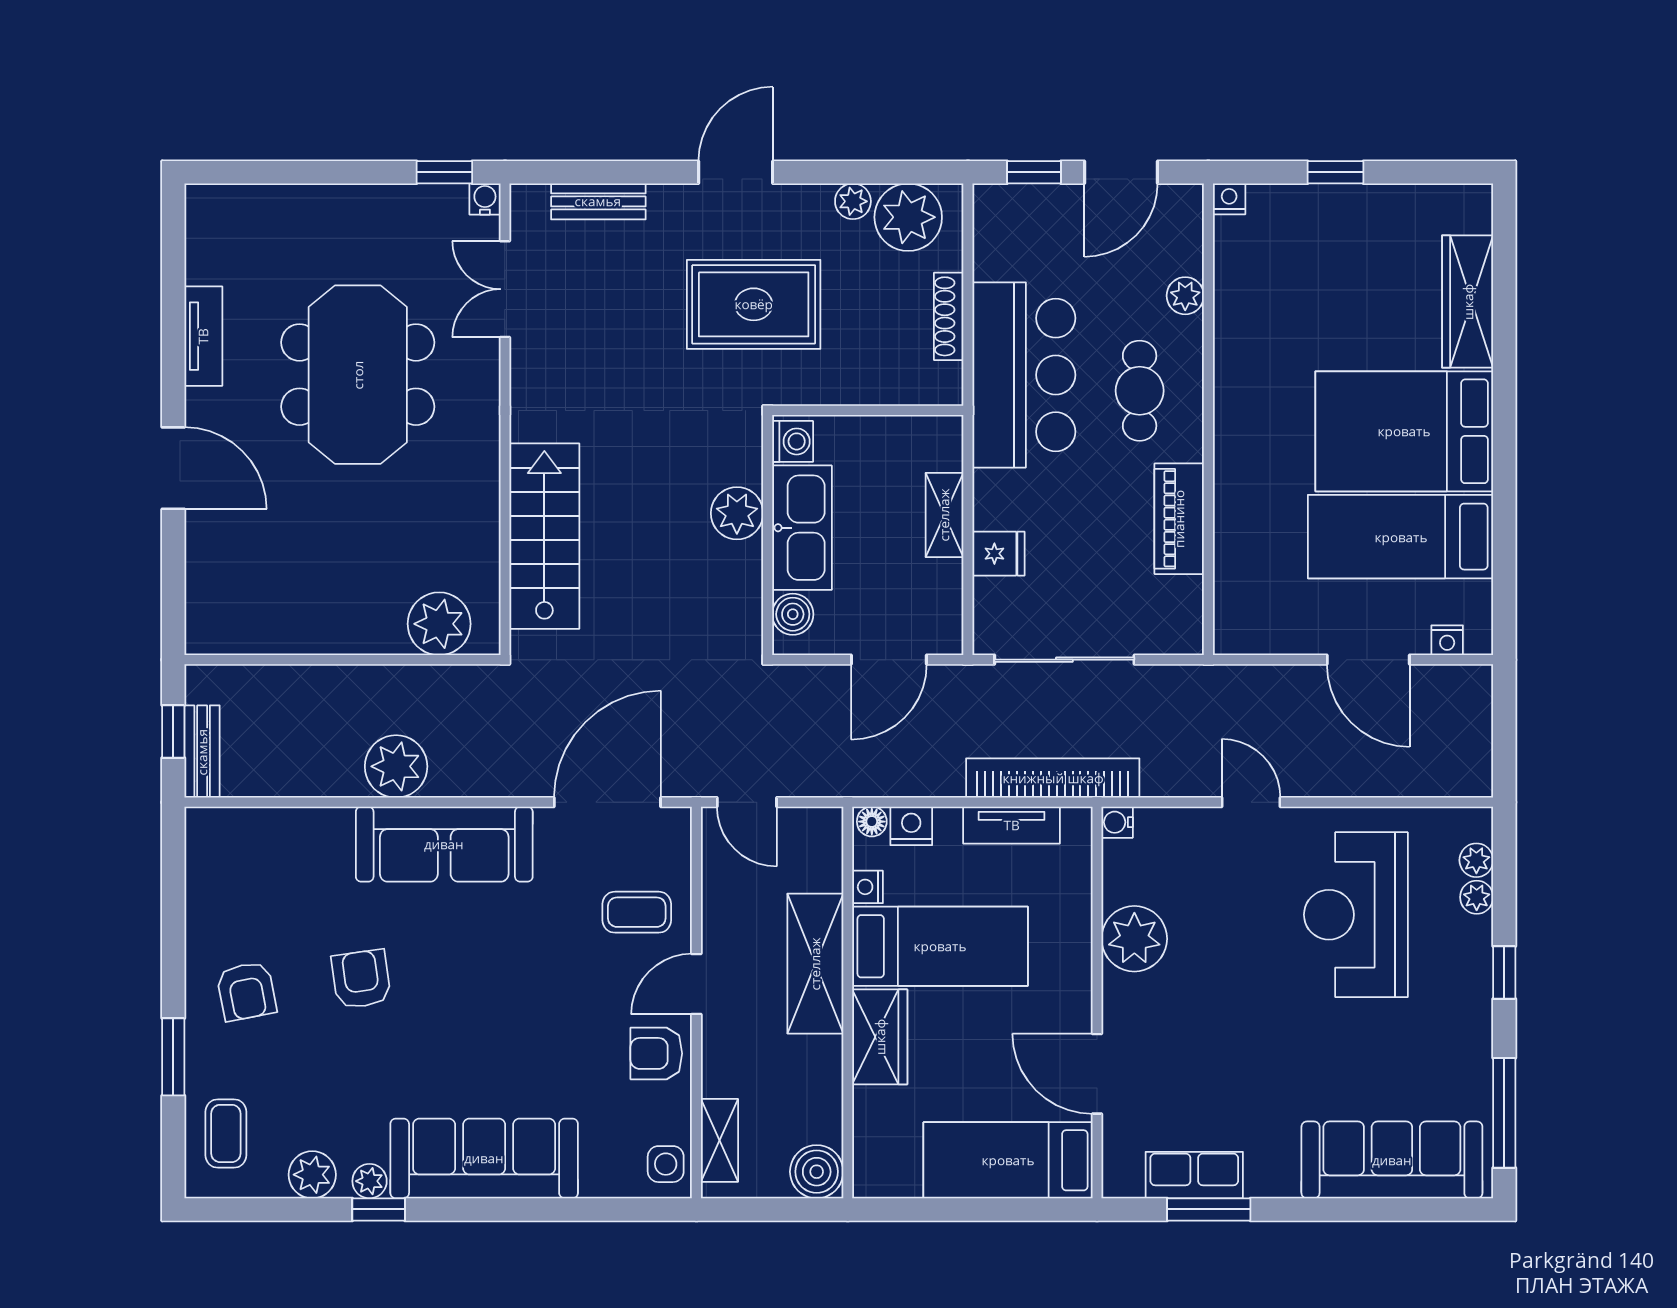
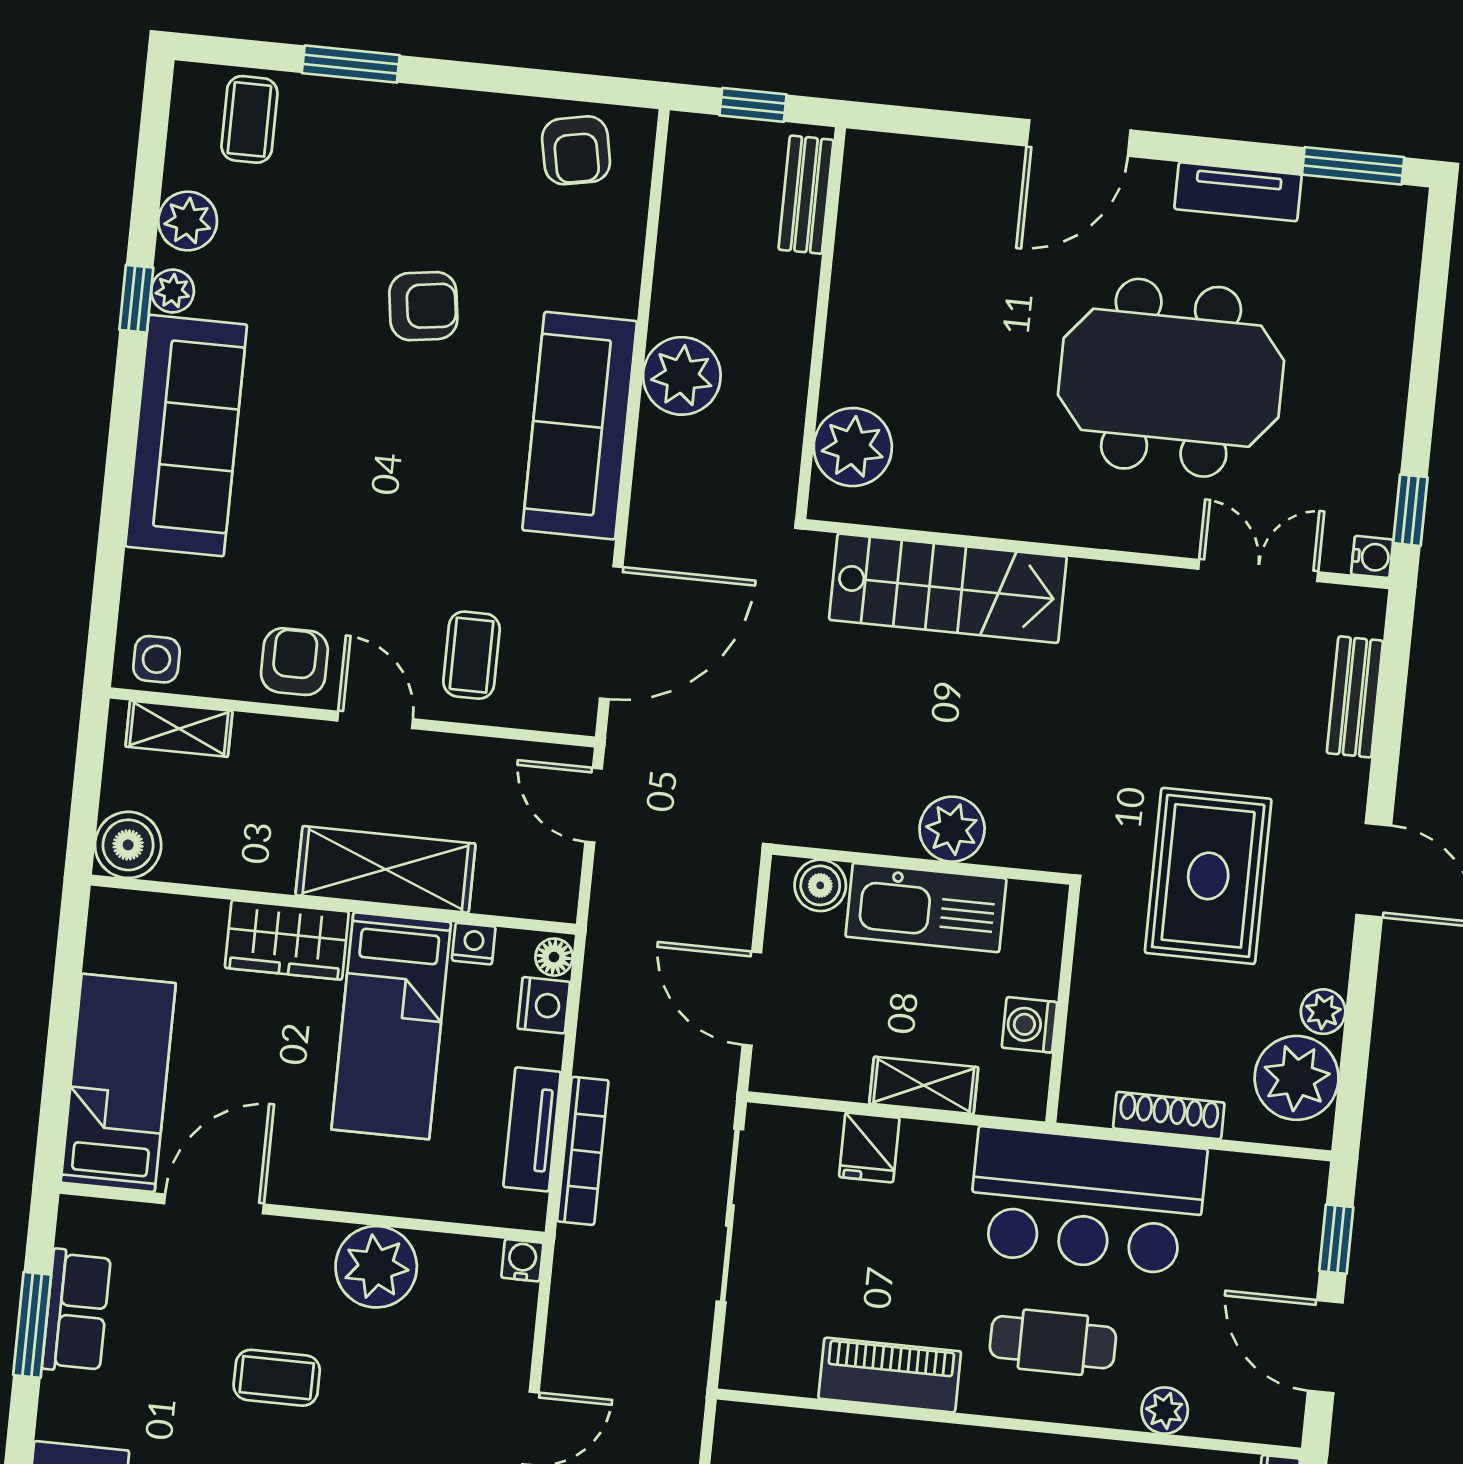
window: (173, 246) -> (1353, 166), added
washing machine: (793, 441) -> (1029, 1025), moved, turned 90
bench: (202, 752) -> (806, 195), moved, turned 90
bookcase: (1053, 778) -> (583, 1151), width x0.68, depth x0.76
door: (607, 802) -> (611, 633), hinge flipped
door: (747, 802) -> (594, 805), hinge flipped
armchair: (246, 991) -> (576, 150), moved, turned -90
coffee table: (1231, 1009) -> (277, 1378), added
coffee table: (226, 1133) -> (249, 119), turned 90

